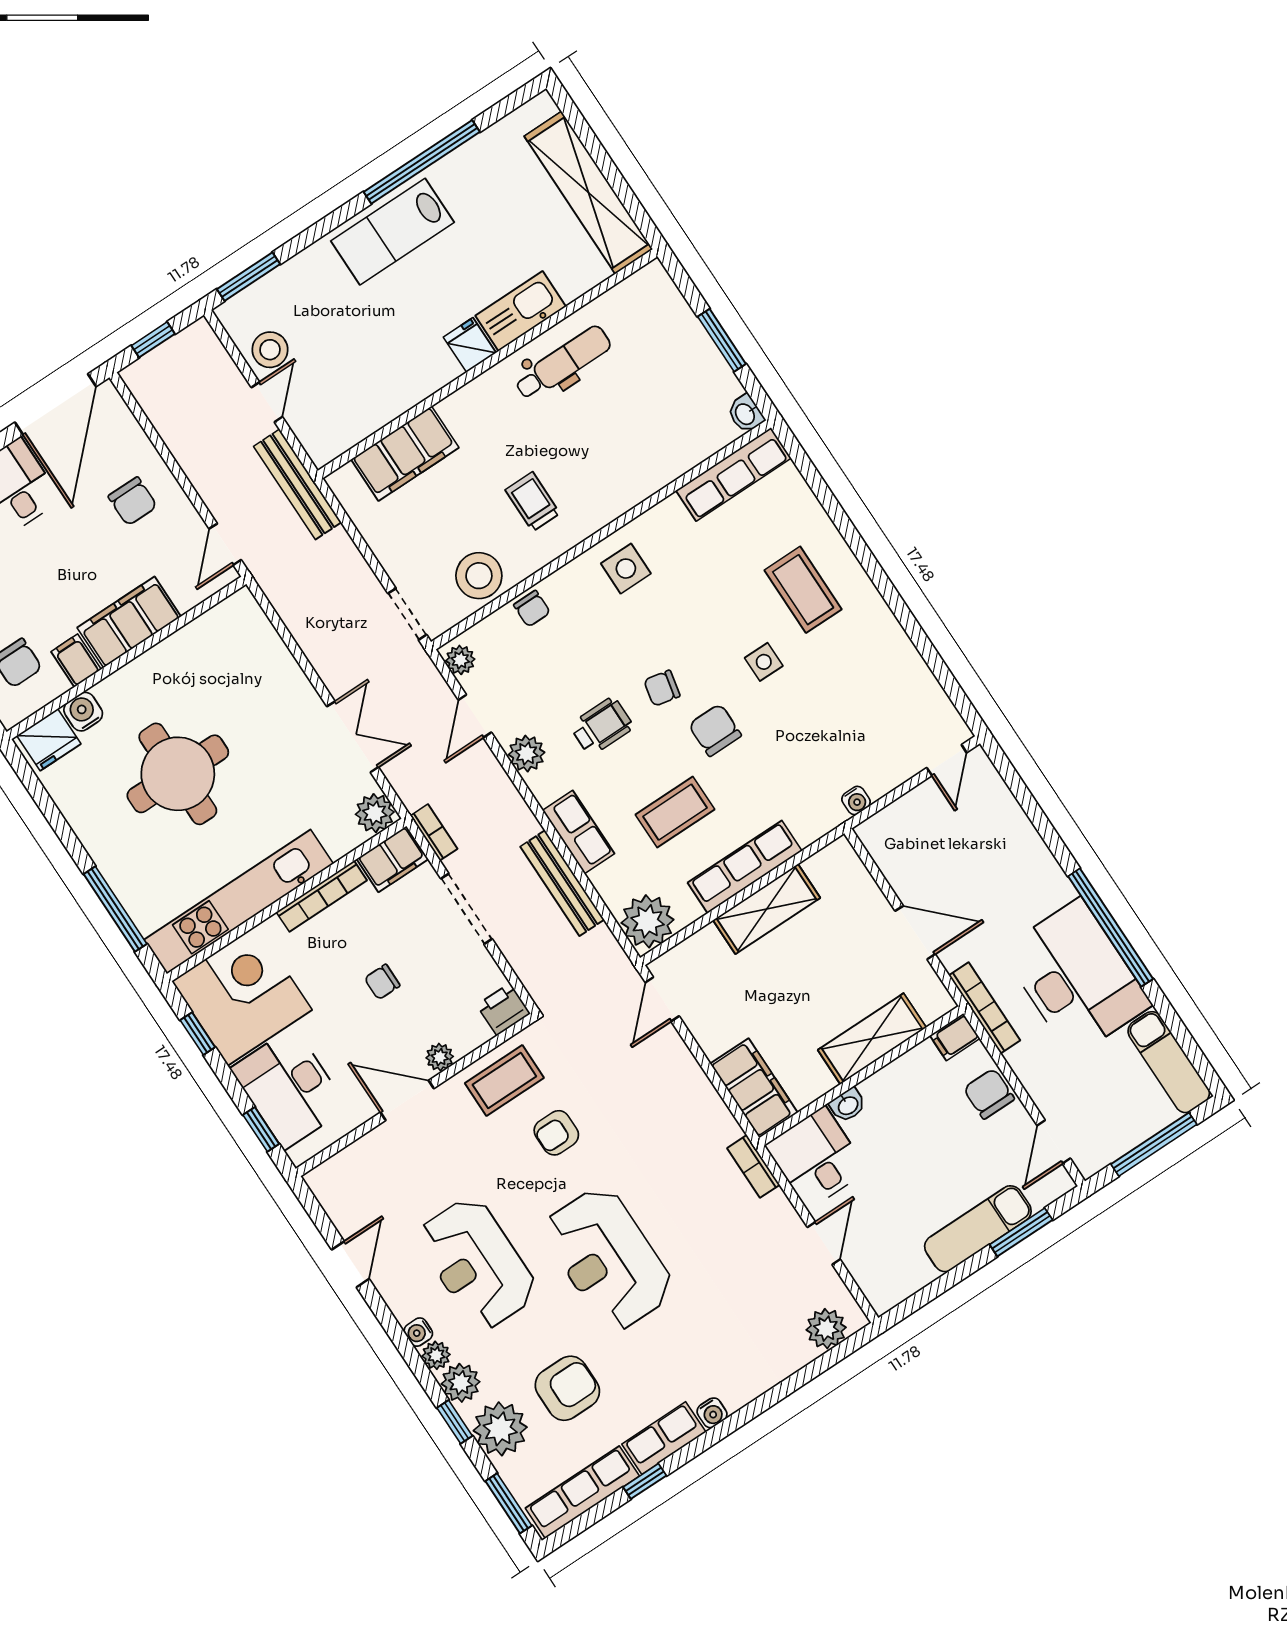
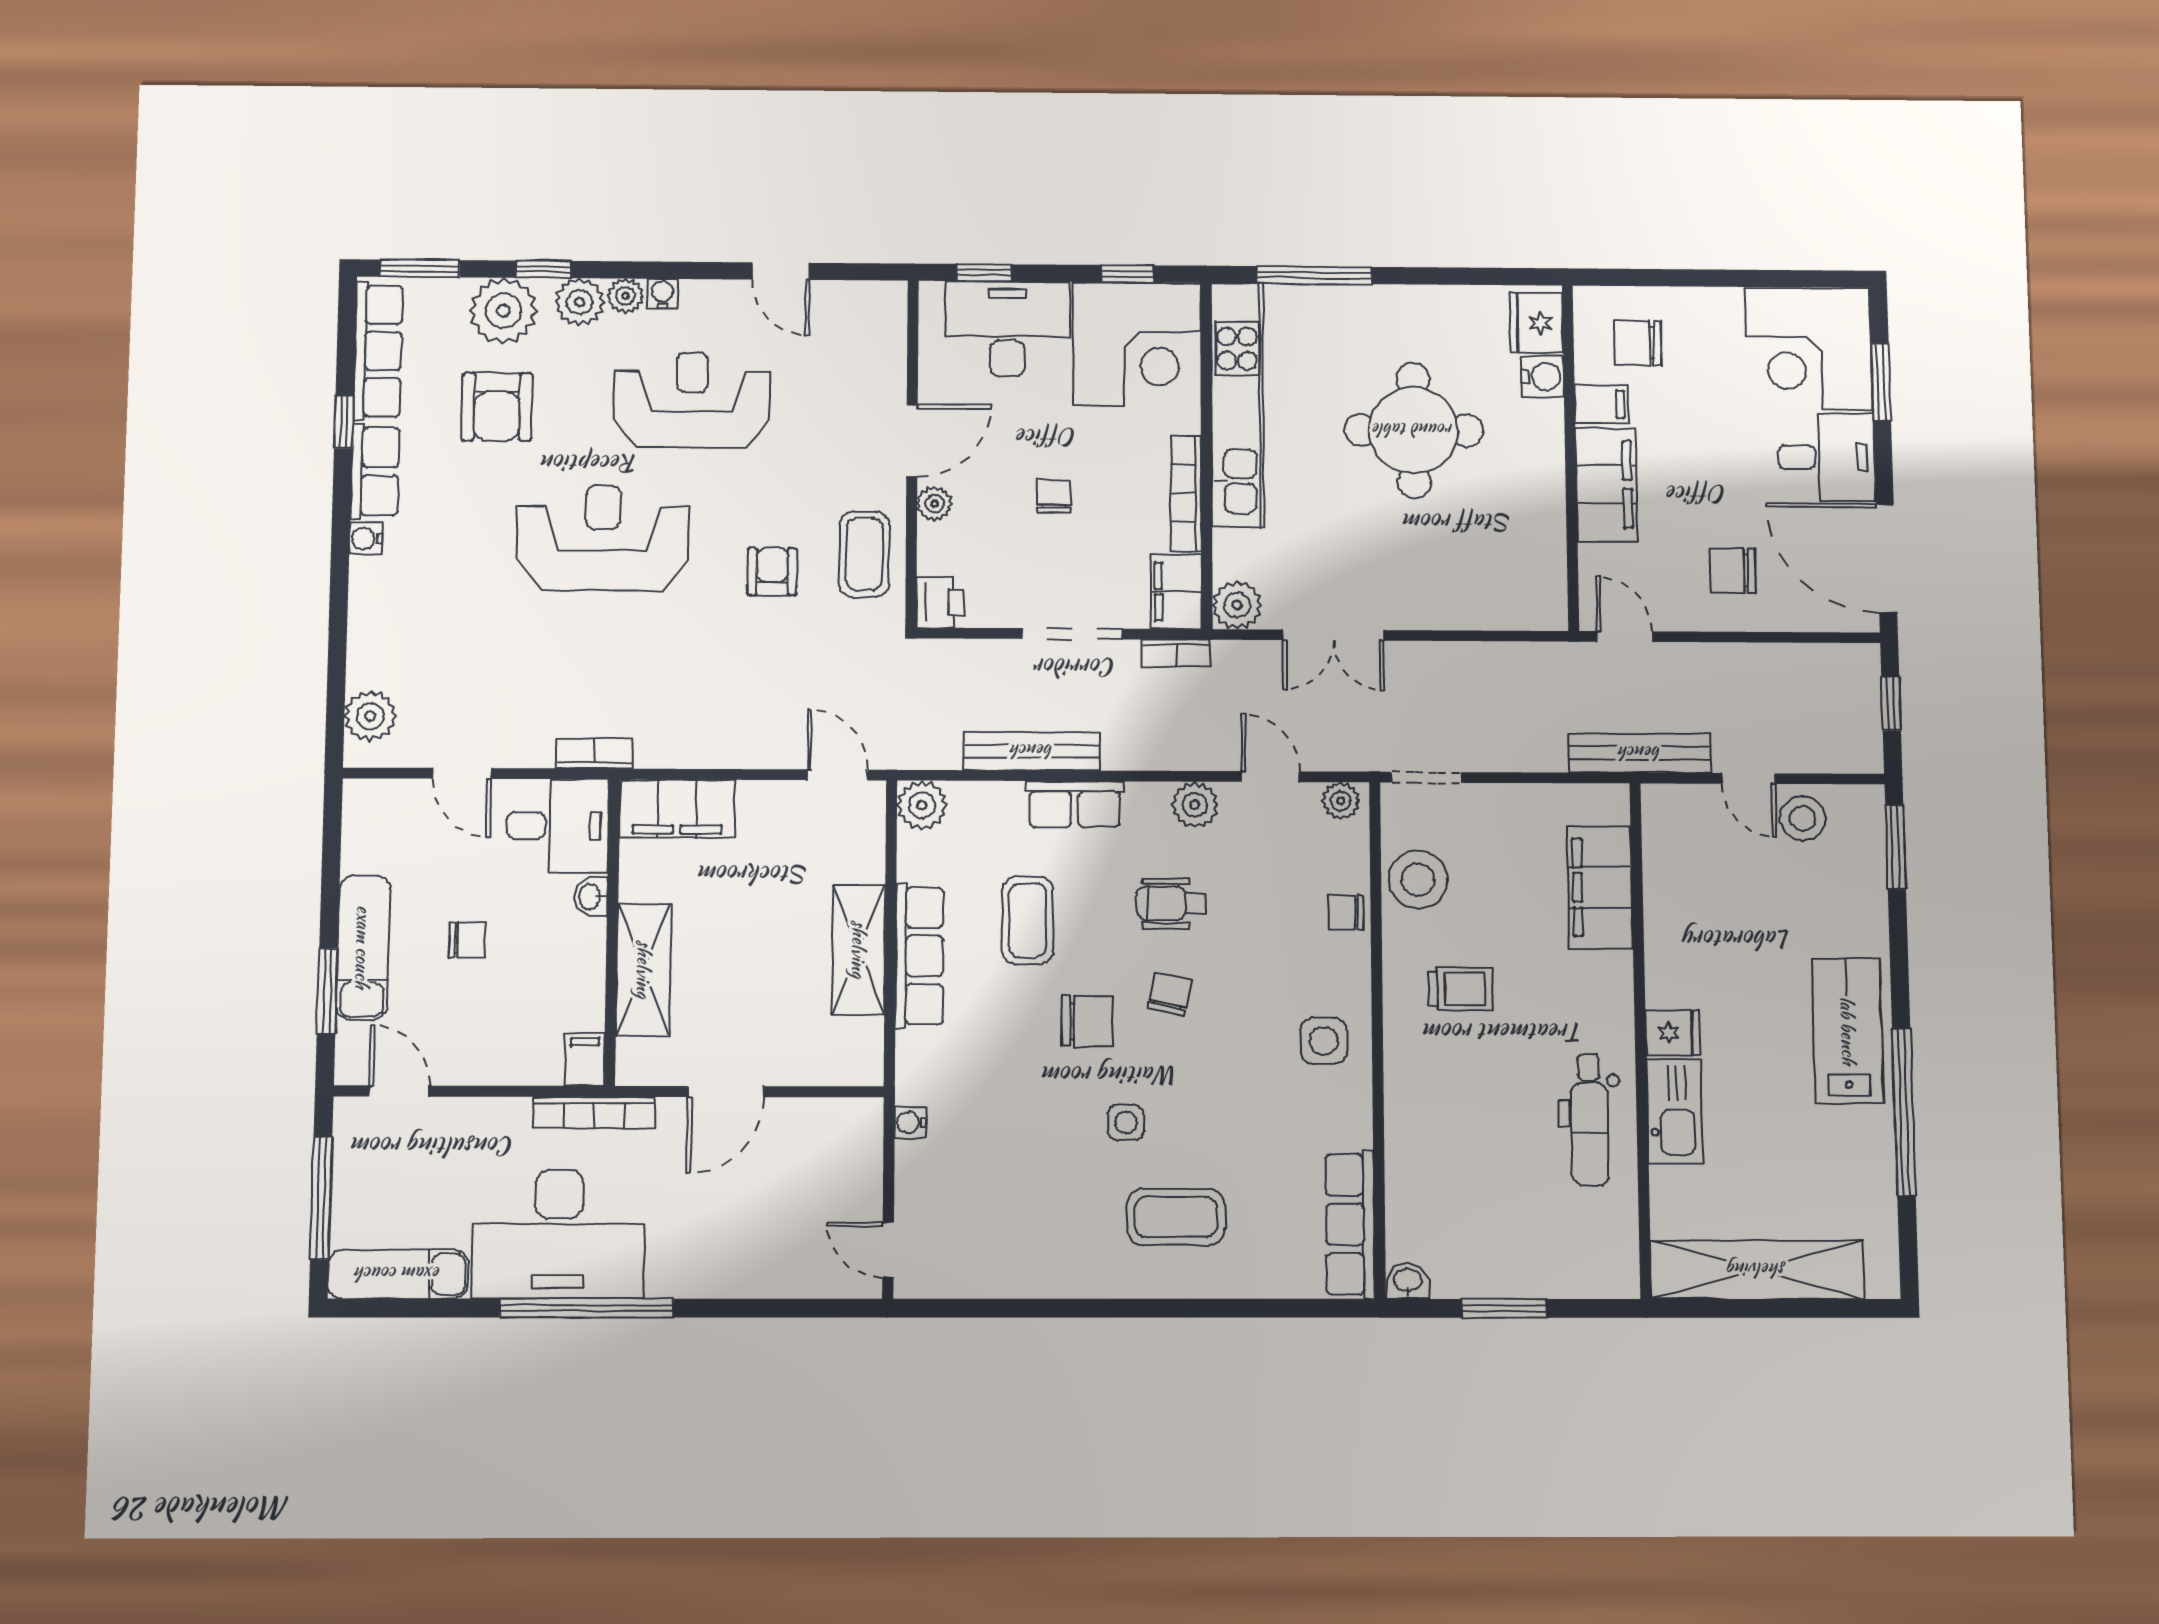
wheelchair: (602, 726) -> (1171, 903), turned 90
plant: (648, 921) -> (922, 805), width x0.73, depth x0.73
chair: (989, 1094) -> (467, 940), moved, width x0.73, depth x0.73

